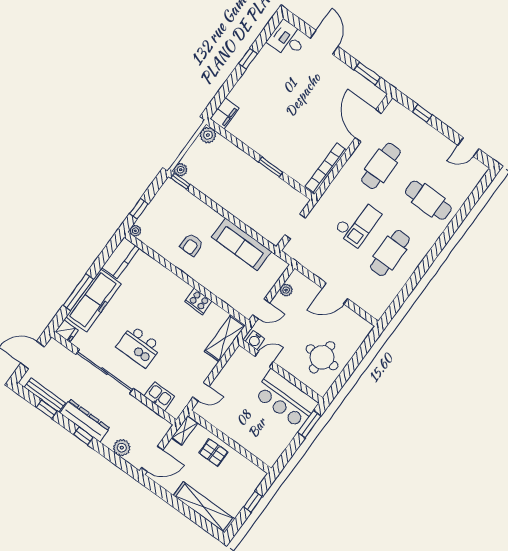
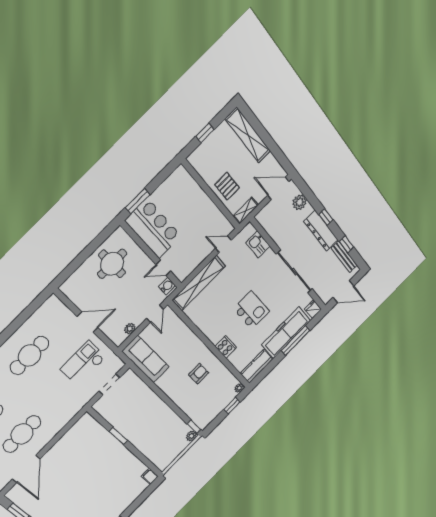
filing cabinet: (224, 113) -> (150, 476), width x0.50
plant: (208, 135) -> (163, 463), removed
bookcase: (326, 168) -> (71, 433), removed
checkout: (358, 223) -> (83, 363), moved
sofa: (242, 244) -> (146, 359), moved
cooker: (198, 301) -> (226, 347), moved
door: (261, 309) -> (155, 314), swing flipped
shelving: (225, 338) -> (199, 283), width x1.47
kitchen island: (139, 346) -> (251, 310), moved

